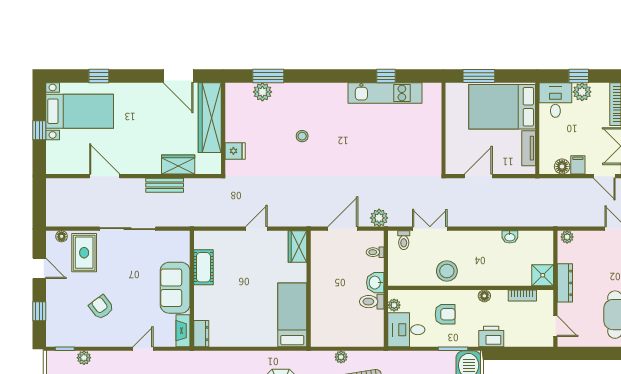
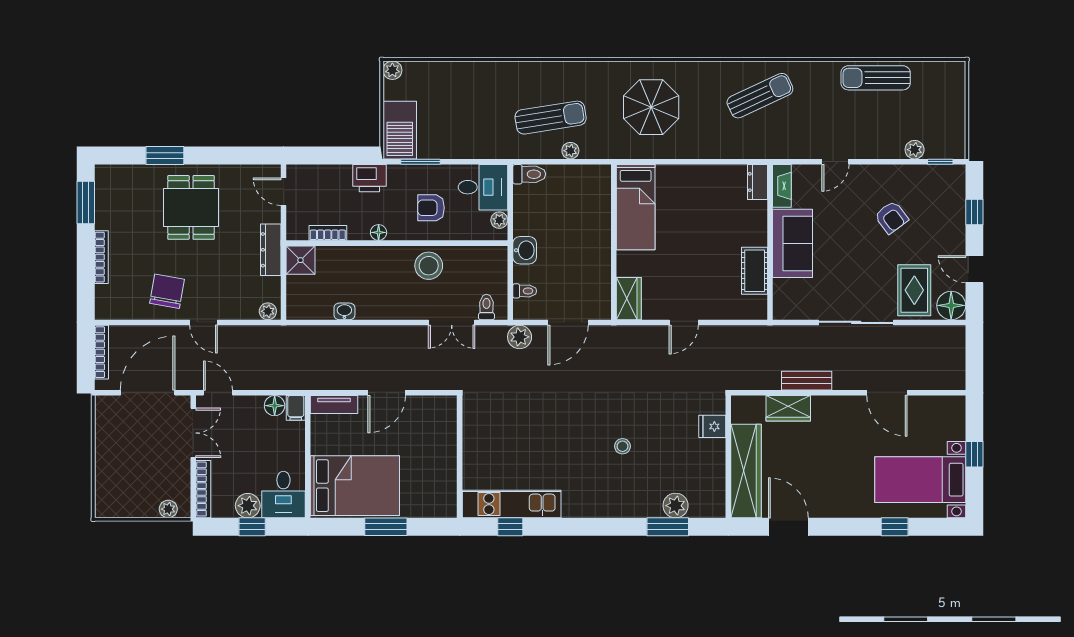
wall: (444, 128) -> (460, 457), moved
tv unit: (529, 148) -> (334, 405), moved, turned 90
filing cabinet: (578, 165) -> (296, 408), moved
floor lamp: (62, 236) -> (951, 305), width x1.89, depth x1.89
toilet: (372, 302) -> (529, 174), moved

